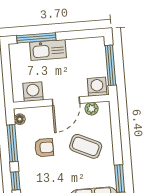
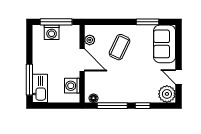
kitchen sink: (48, 50) -> (40, 88), moved
washing machine: (97, 87) -> (52, 32), moved, turned -90
armchair: (44, 148) -> (118, 80), removed

